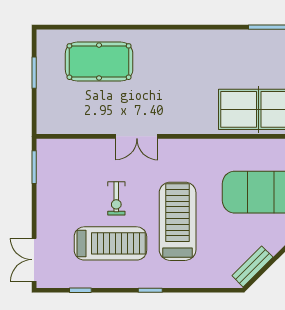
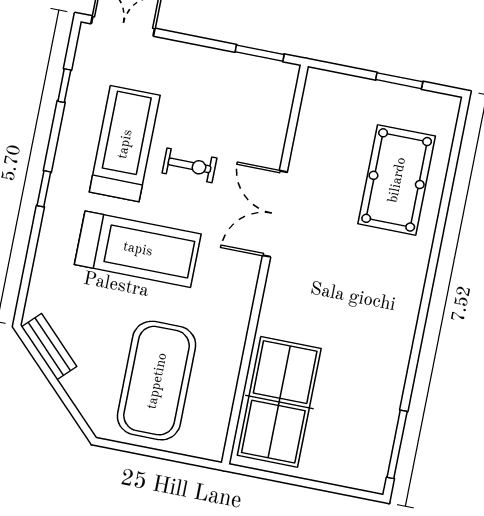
double door: (137, 136) -> (275, 214), width x1.37
exercise bike: (116, 198) -> (190, 165), turned 180
treadmill: (110, 243) -> (125, 144), turned 180

